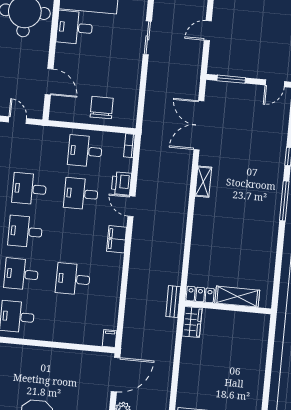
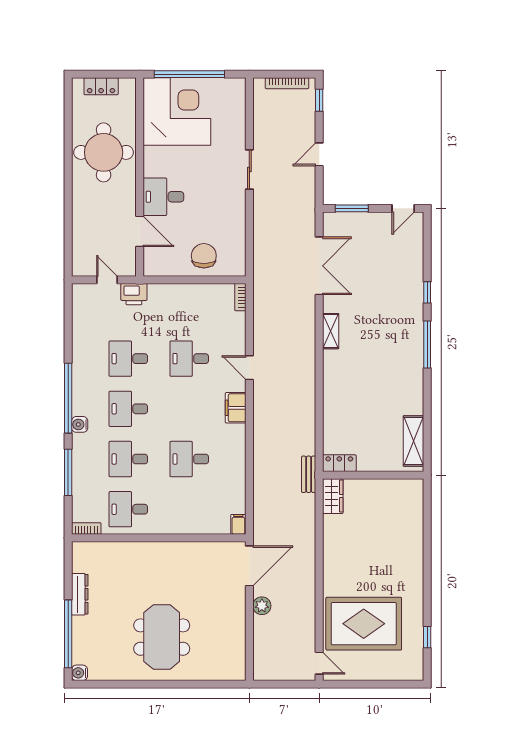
desk: (75, 28) -> (163, 197), moved
double door: (199, 125) -> (319, 266), swing flipped
desk: (85, 151) -> (189, 308), removed
printer: (121, 183) -> (134, 294), moved, turned -90
shelving: (237, 297) -> (414, 441), moved, turned 90

